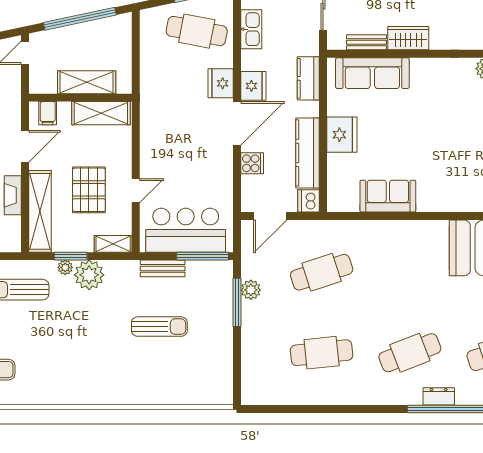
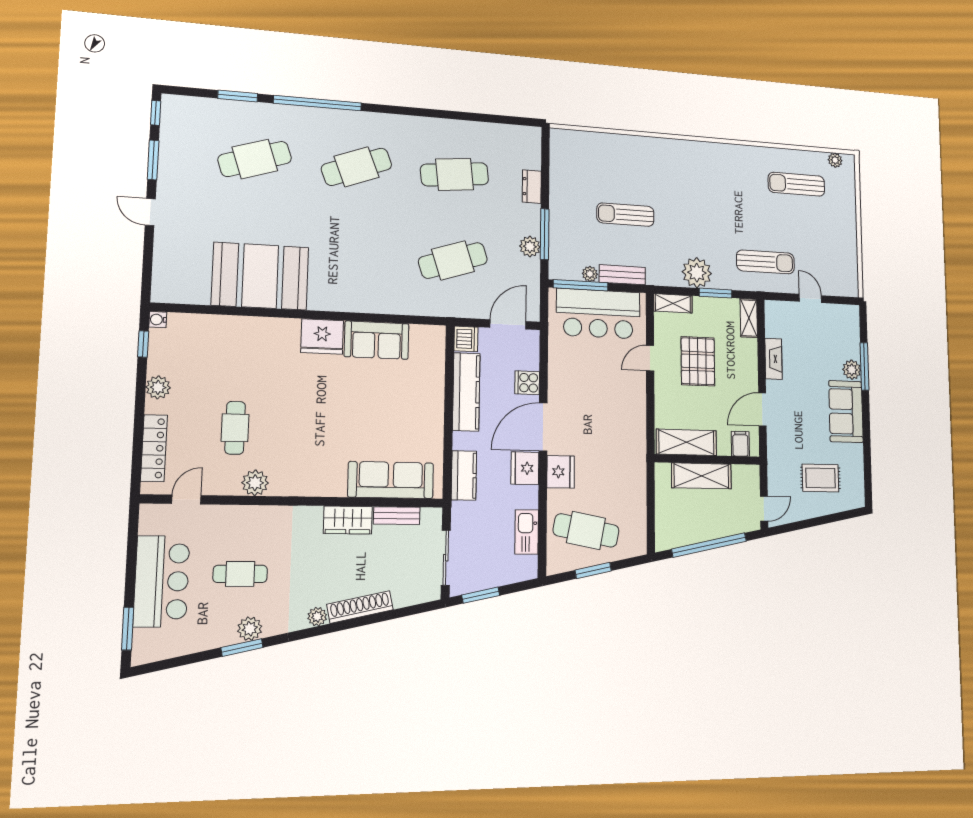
fridge: (342, 135) -> (322, 337), moved, turned -90
shelving: (40, 211) -> (749, 318), width x0.45, depth x0.75
plant: (65, 267) -> (590, 274), moved
dresser: (439, 396) -> (532, 187), moved, turned 90

